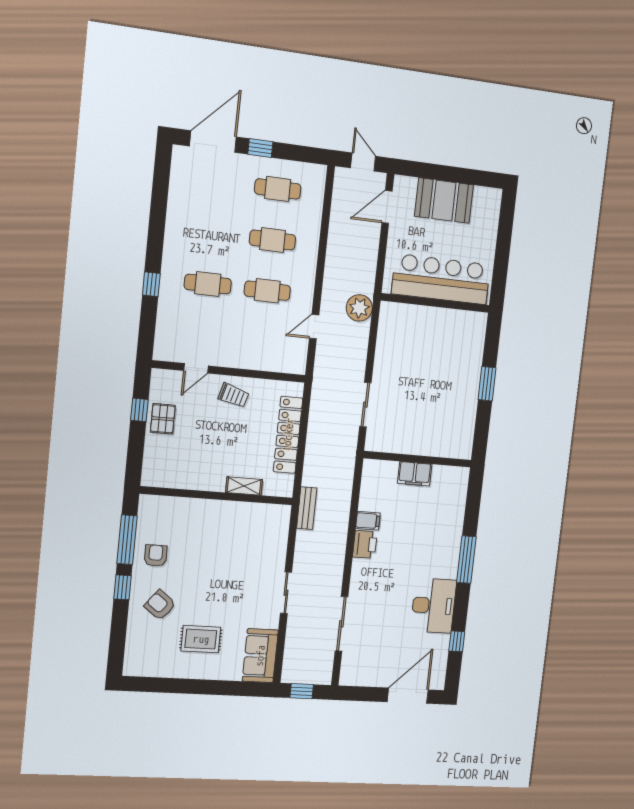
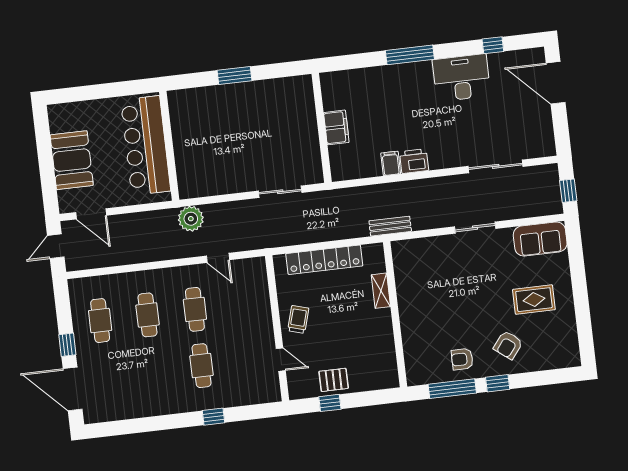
rug: (201, 639) -> (534, 300), turned 90

